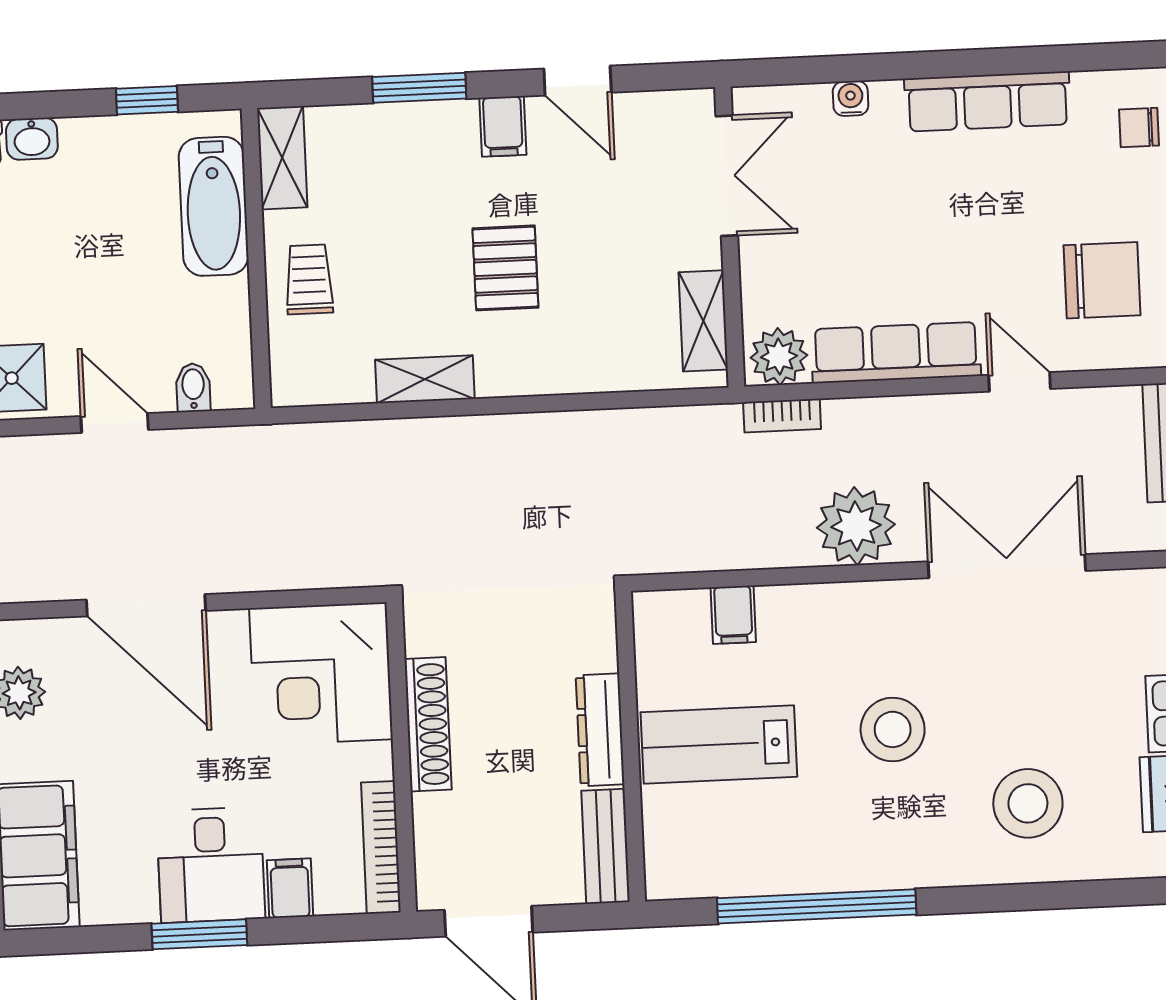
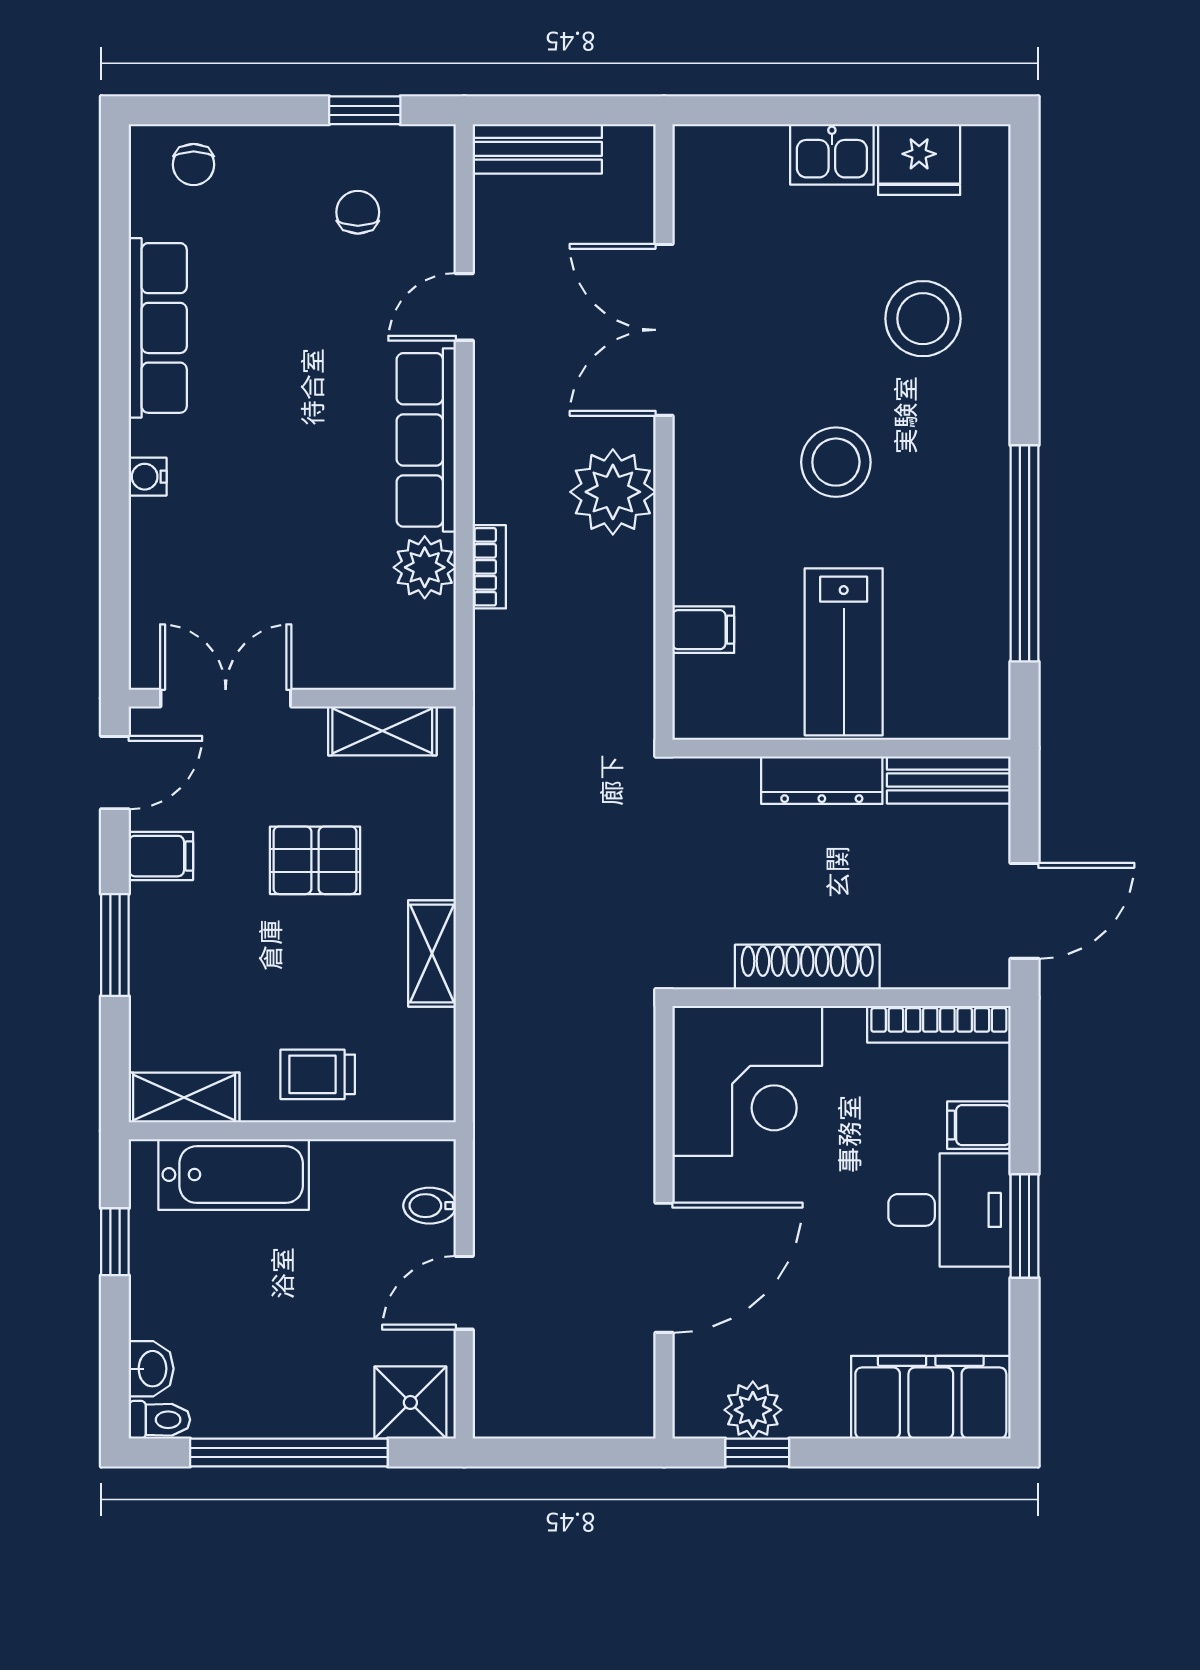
double door: (727, 176) -> (226, 698), moved
wall: (730, 237) -> (292, 698), moved
chair: (1102, 280) -> (358, 212), width x0.54, depth x0.54
shelving: (703, 321) -> (382, 731), moved

